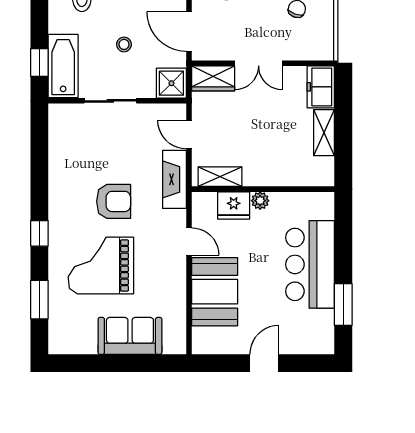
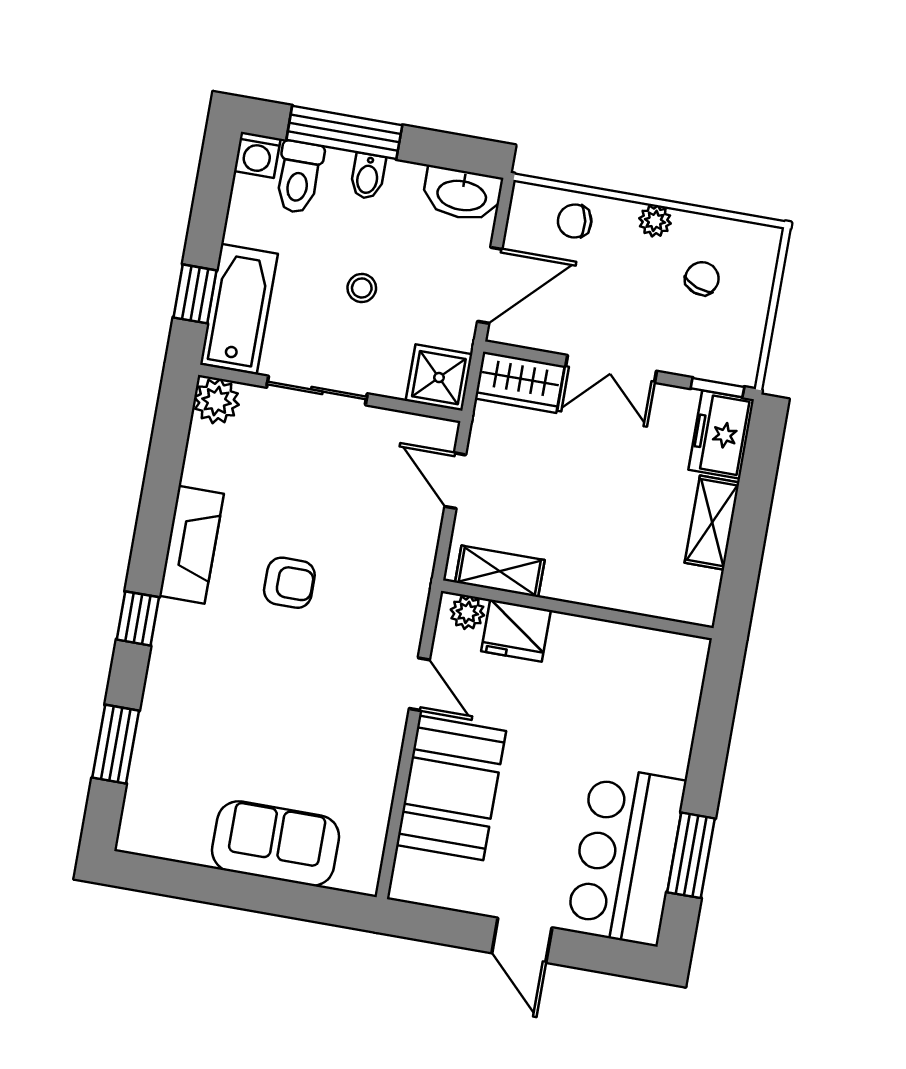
door: (189, 32) -> (490, 285), swing flipped
window: (315, 63) -> (717, 388), added
plant: (60, 115) -> (216, 401), added
fireplace: (174, 179) -> (191, 545), moved, turned 180
armchair: (114, 201) -> (289, 583), width x0.72, depth x0.72
plant: (260, 201) -> (467, 612), moved
bar counter: (310, 264) -> (626, 856), moved
grand piano: (101, 266) -> (244, 700), removed
door: (264, 363) -> (522, 940), swing flipped

